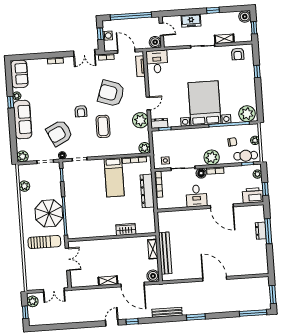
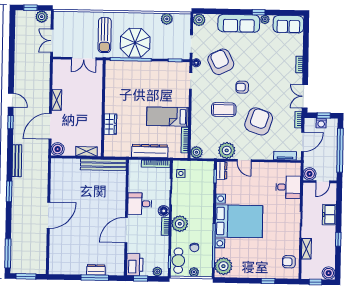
desk: (157, 62) -> (288, 187), moved
bench: (165, 253) -> (103, 165), moved

